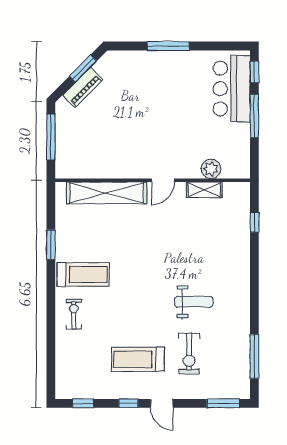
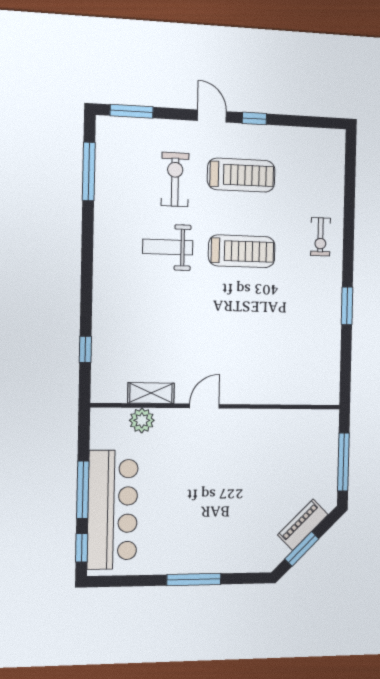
bar counter: (232, 89) -> (113, 510), width x1.36
shelving: (107, 193) -> (276, 391), removed
window: (51, 245) -> (347, 306), moved
treadmill: (83, 274) -> (242, 251), moved, turned 180
window: (83, 403) -> (312, 122), removed

